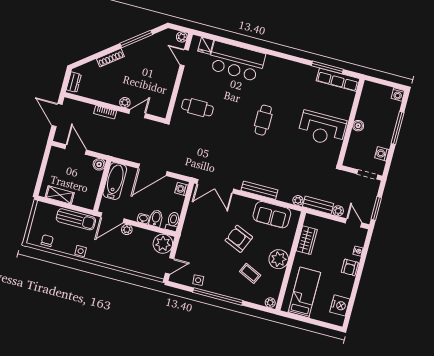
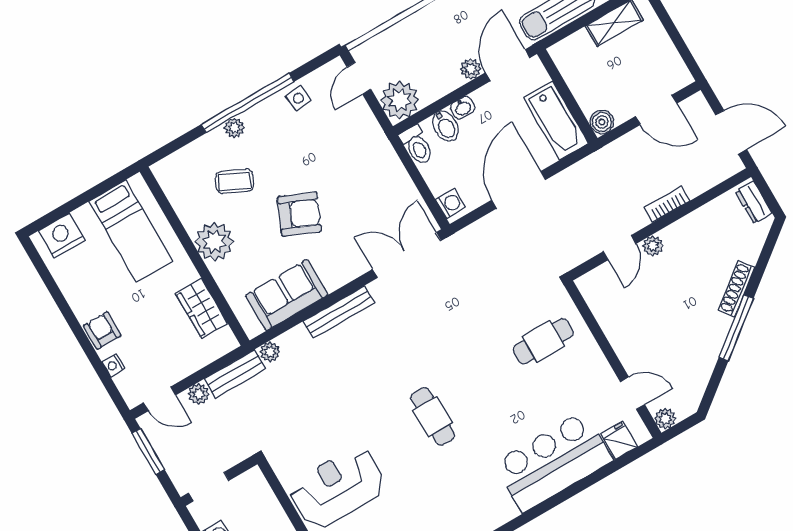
window: (136, 39) -> (736, 328), moved
plant: (270, 303) -> (234, 128), moved
nightstand: (340, 305) -> (62, 236), moved, turned 90

